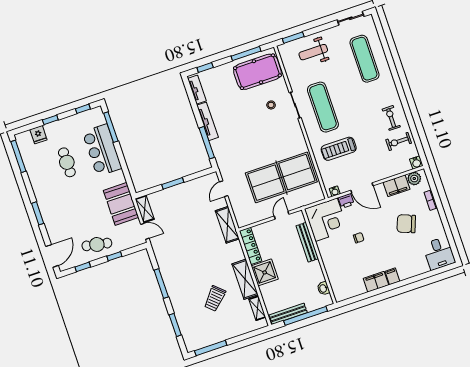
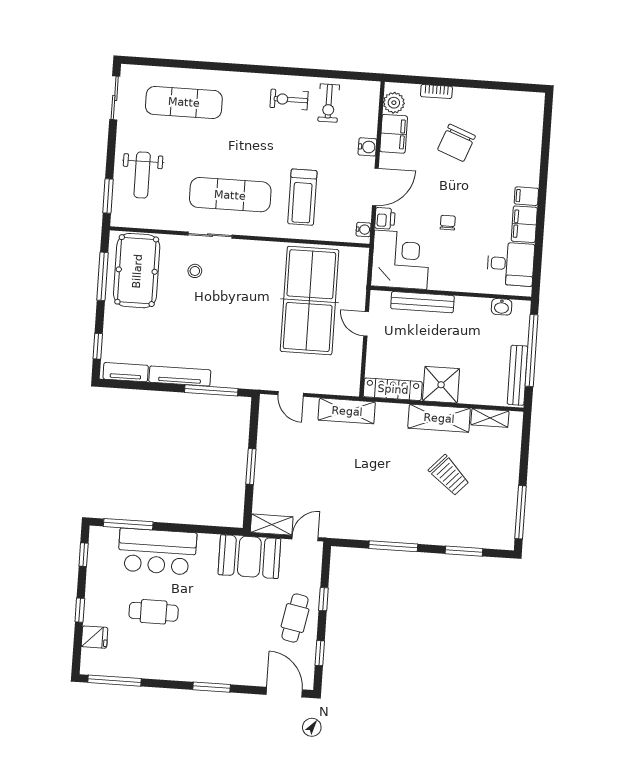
water cooler: (416, 163) -> (367, 147), moved
desk: (439, 253) -> (511, 264), moved

